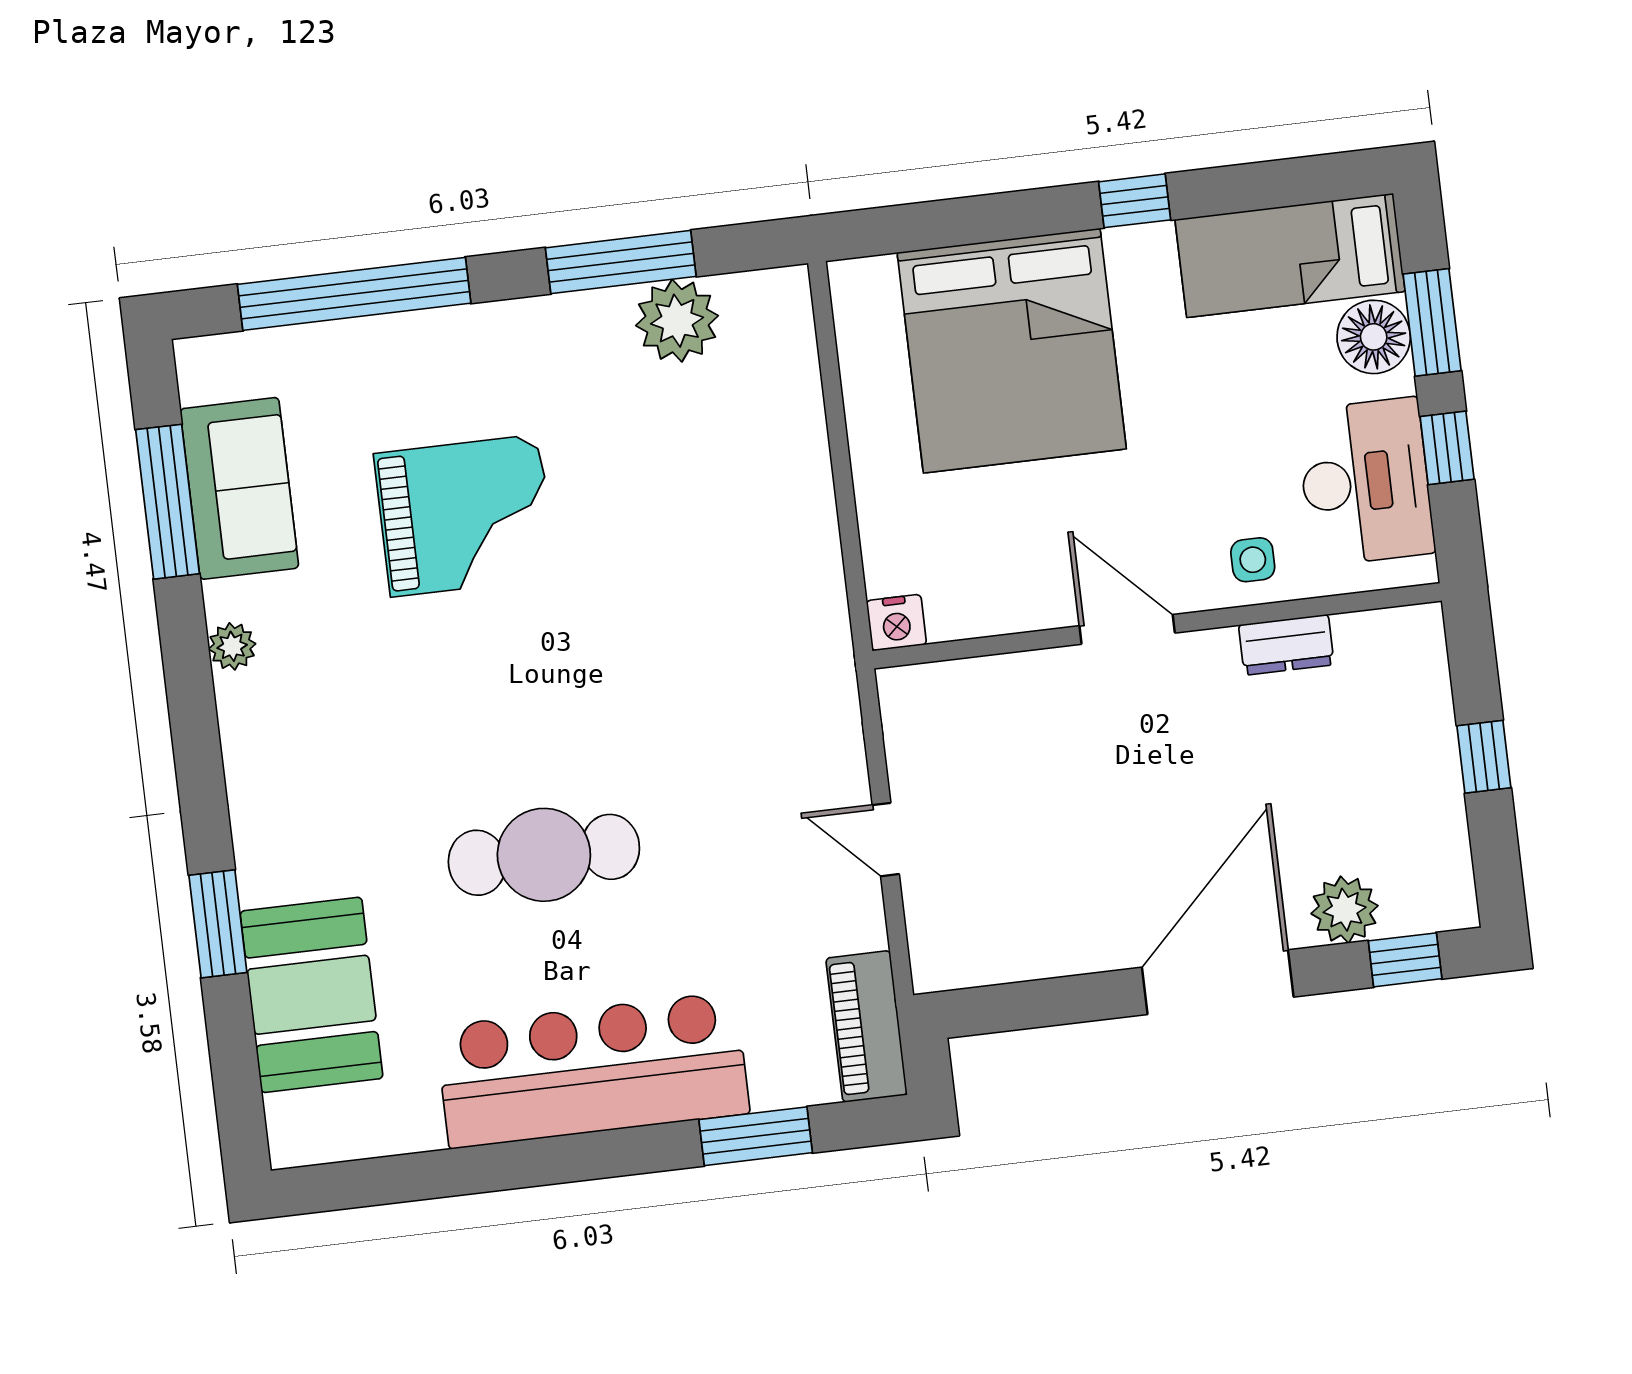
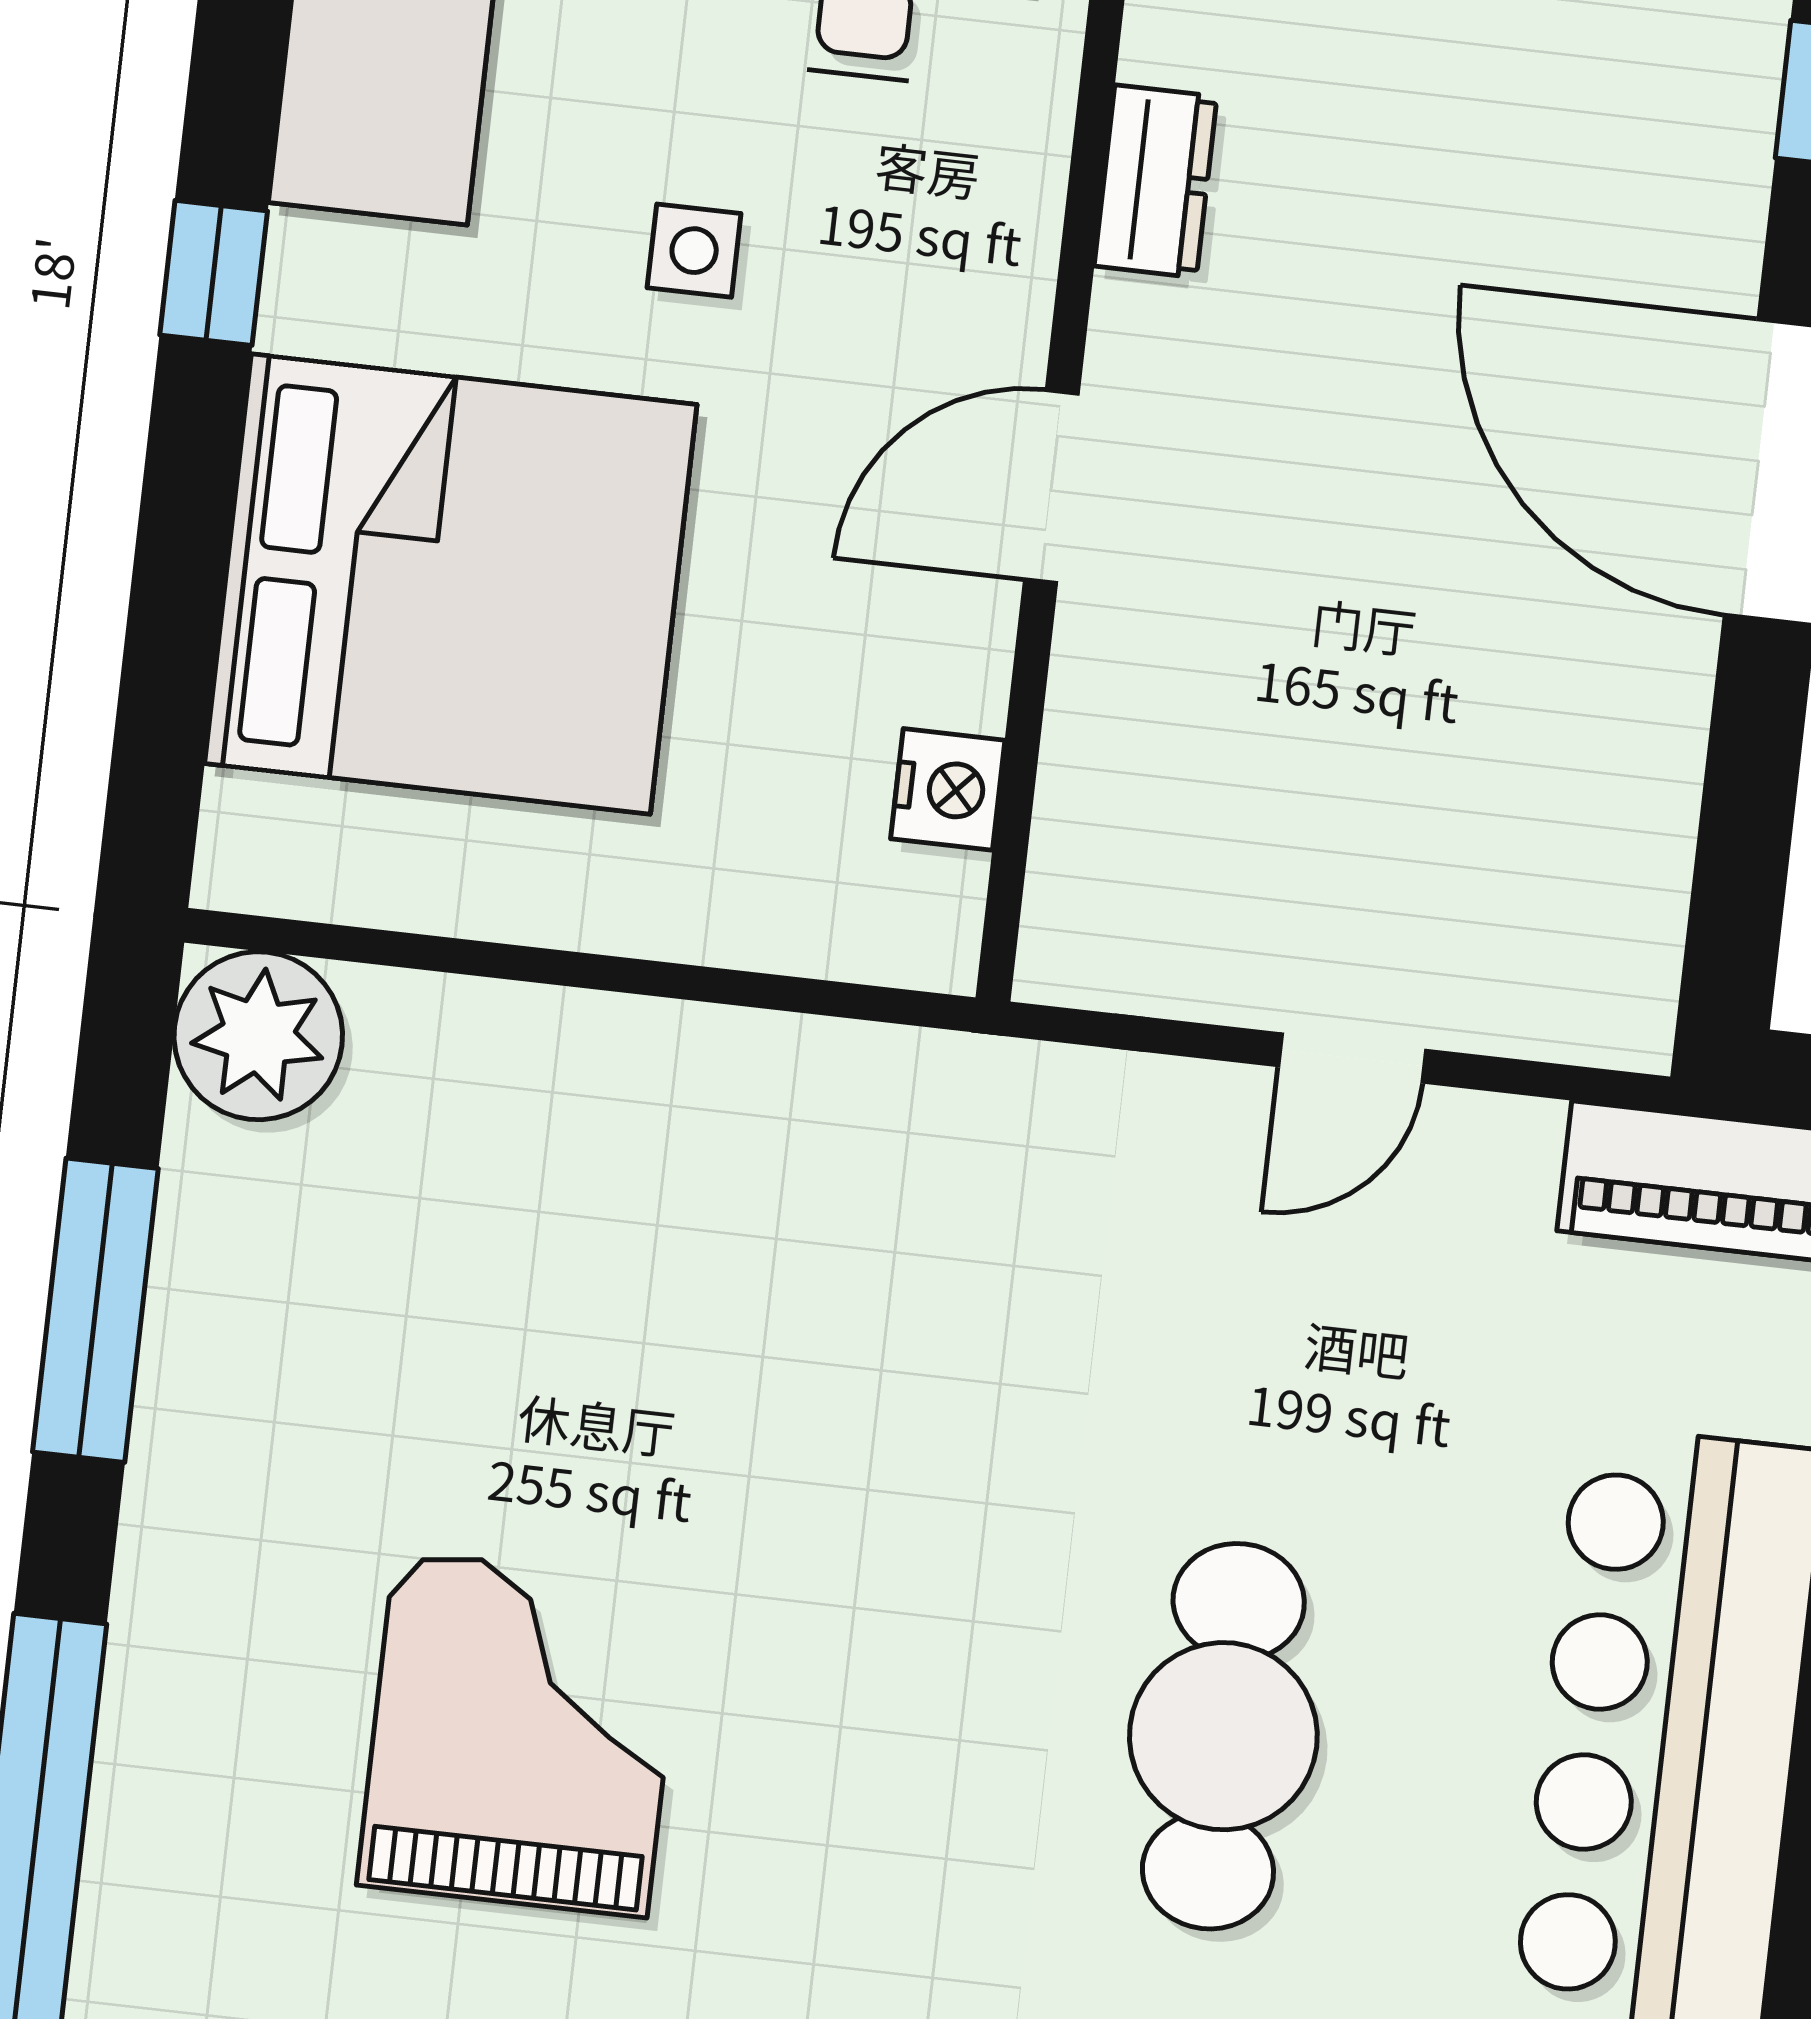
plant: (677, 321) -> (258, 1036), moved
side table: (1253, 560) -> (694, 251), moved
nightstand: (896, 623) -> (948, 789), moved
plant: (1345, 910) -> (1703, 190), removed

